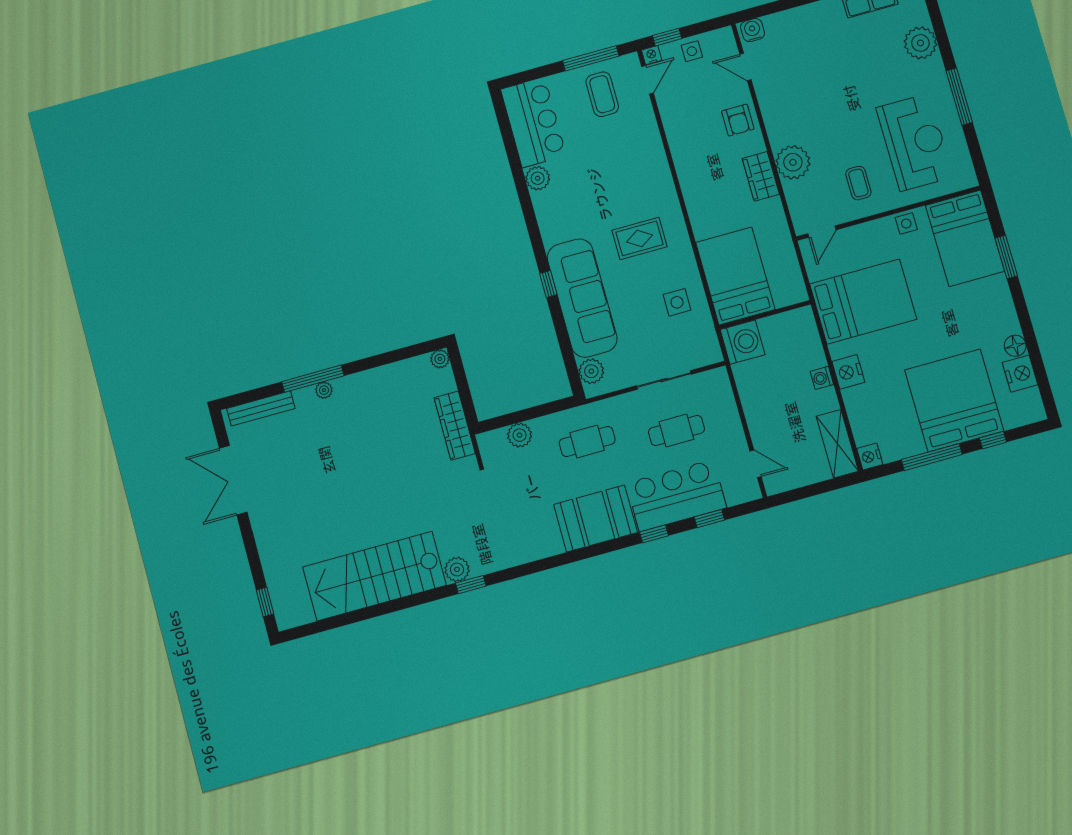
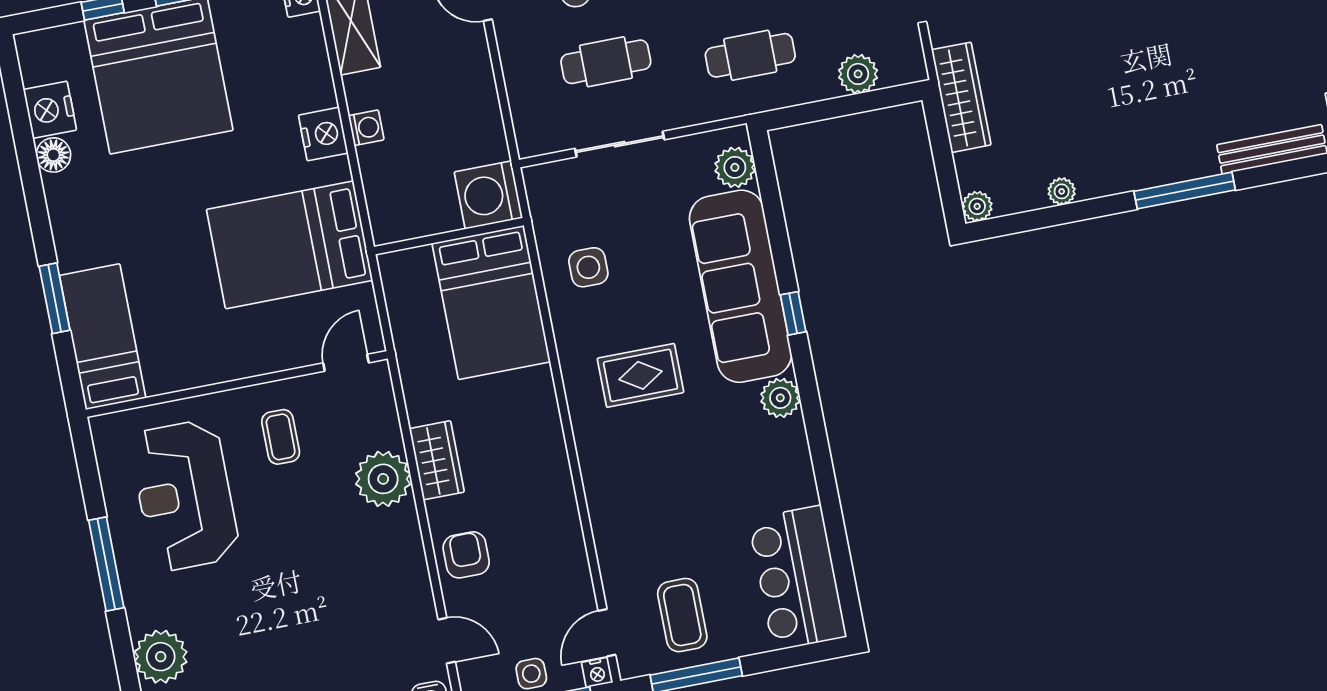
plant: (538, 178) -> (780, 398), moved
side table: (906, 224) -> (210, 365), removed
bed: (965, 238) -> (103, 337), width x0.67
plant: (324, 390) -> (1062, 191), moved

